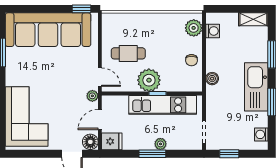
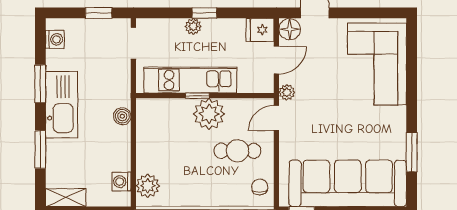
chair: (191, 60) -> (260, 187), moved
door: (100, 77) -> (276, 118), hinge flipped
window: (152, 154) -> (204, 13), width x0.67

